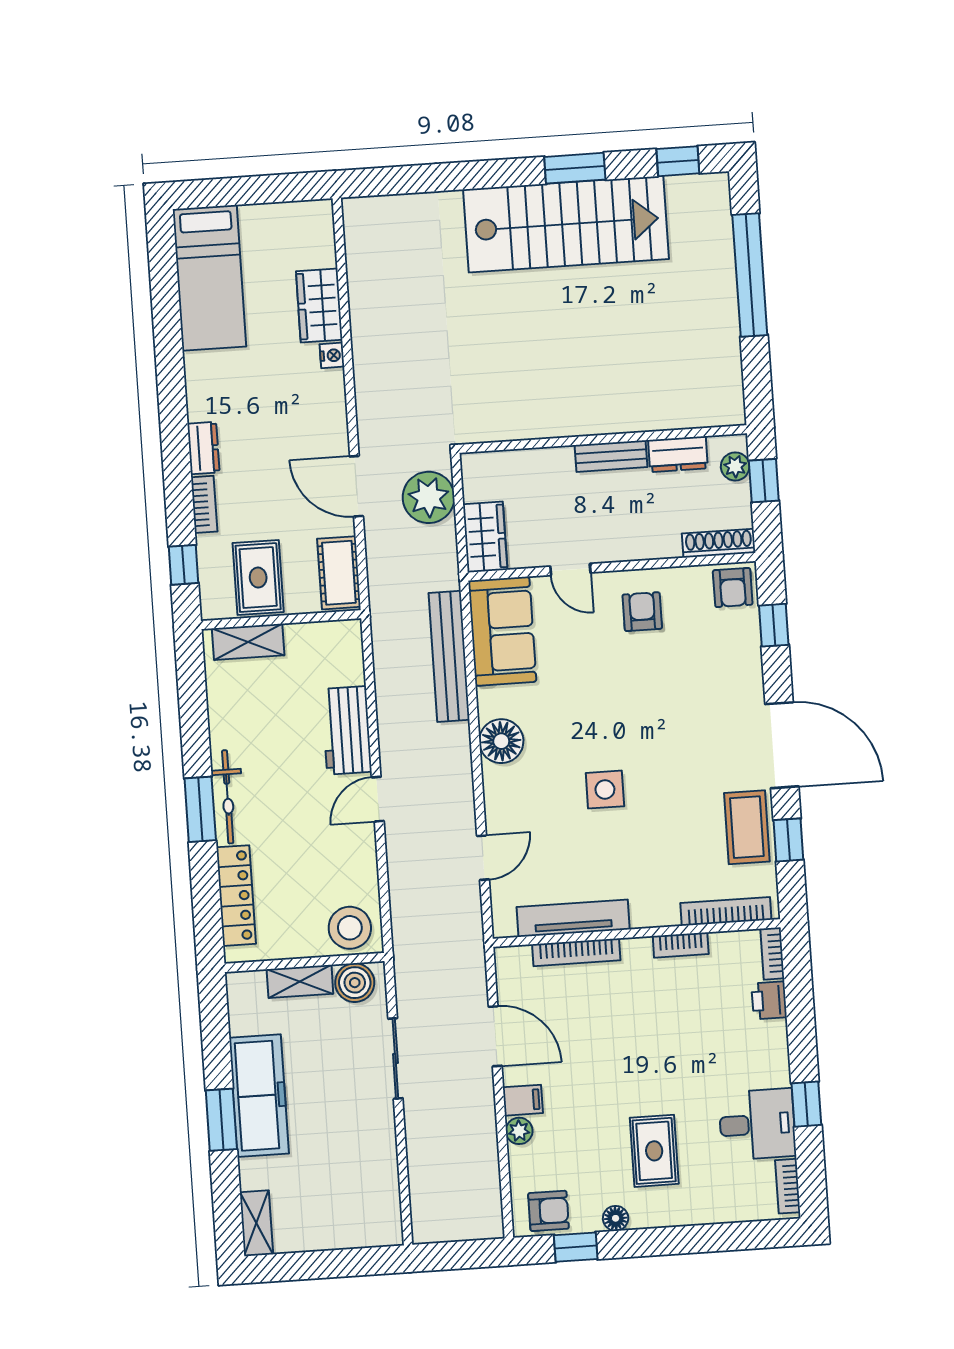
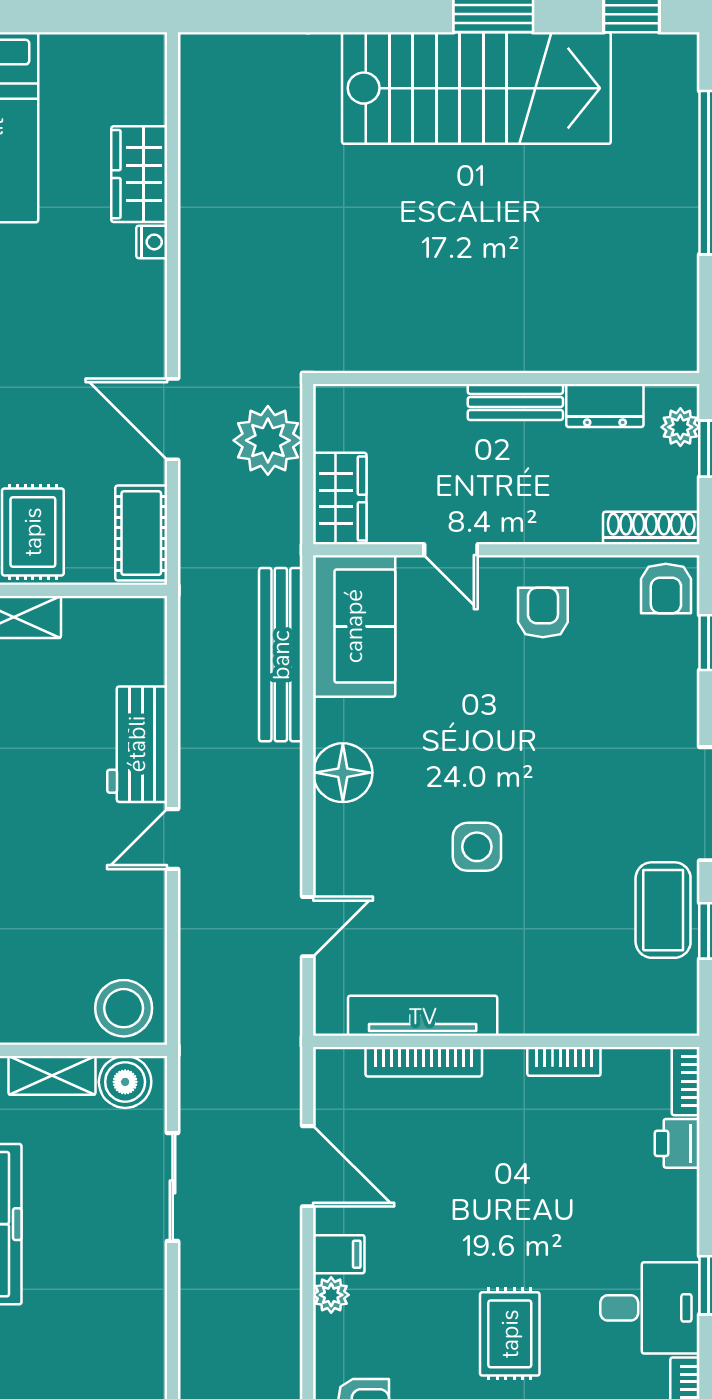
bookcase: (726, 911) -> (627, 1021), removed

